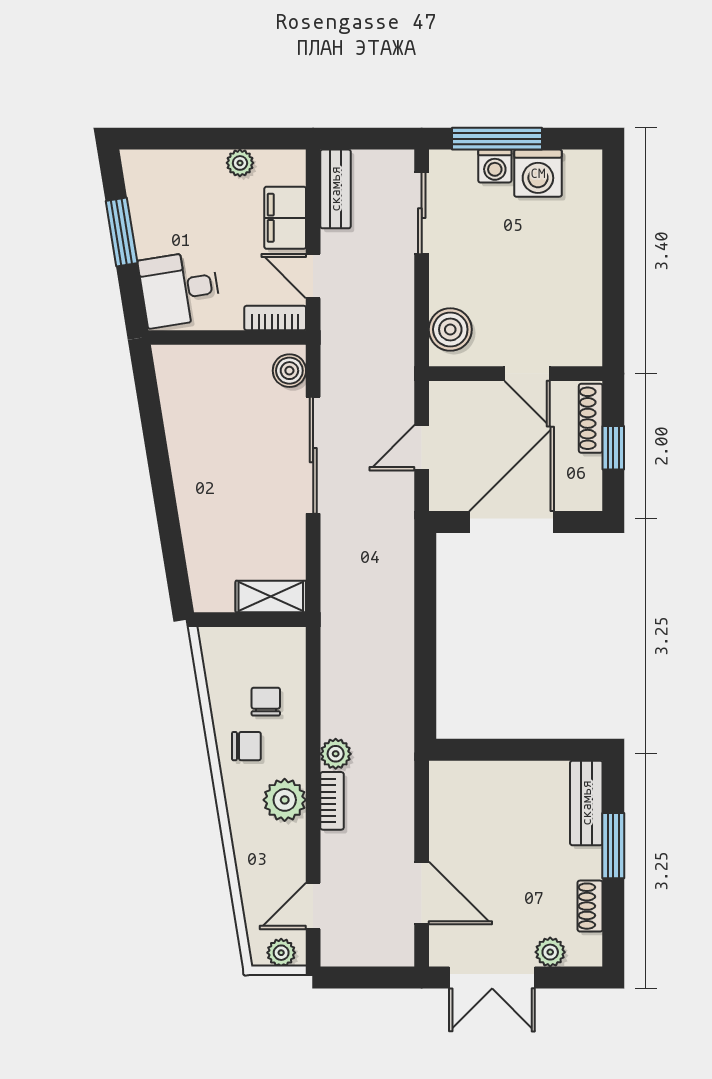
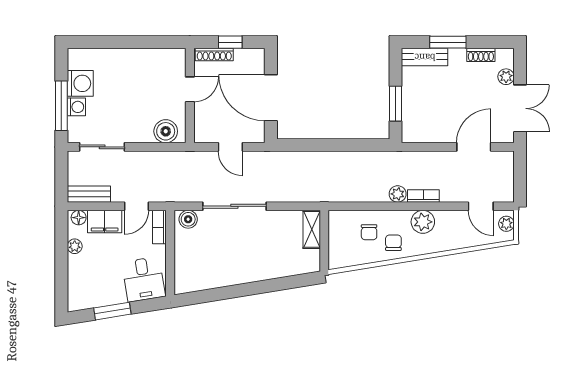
floor lamp: (292, 170) -> (79, 218), added
chair: (266, 702) -> (369, 232), turned -90
window: (501, 750) -> (395, 104), added

